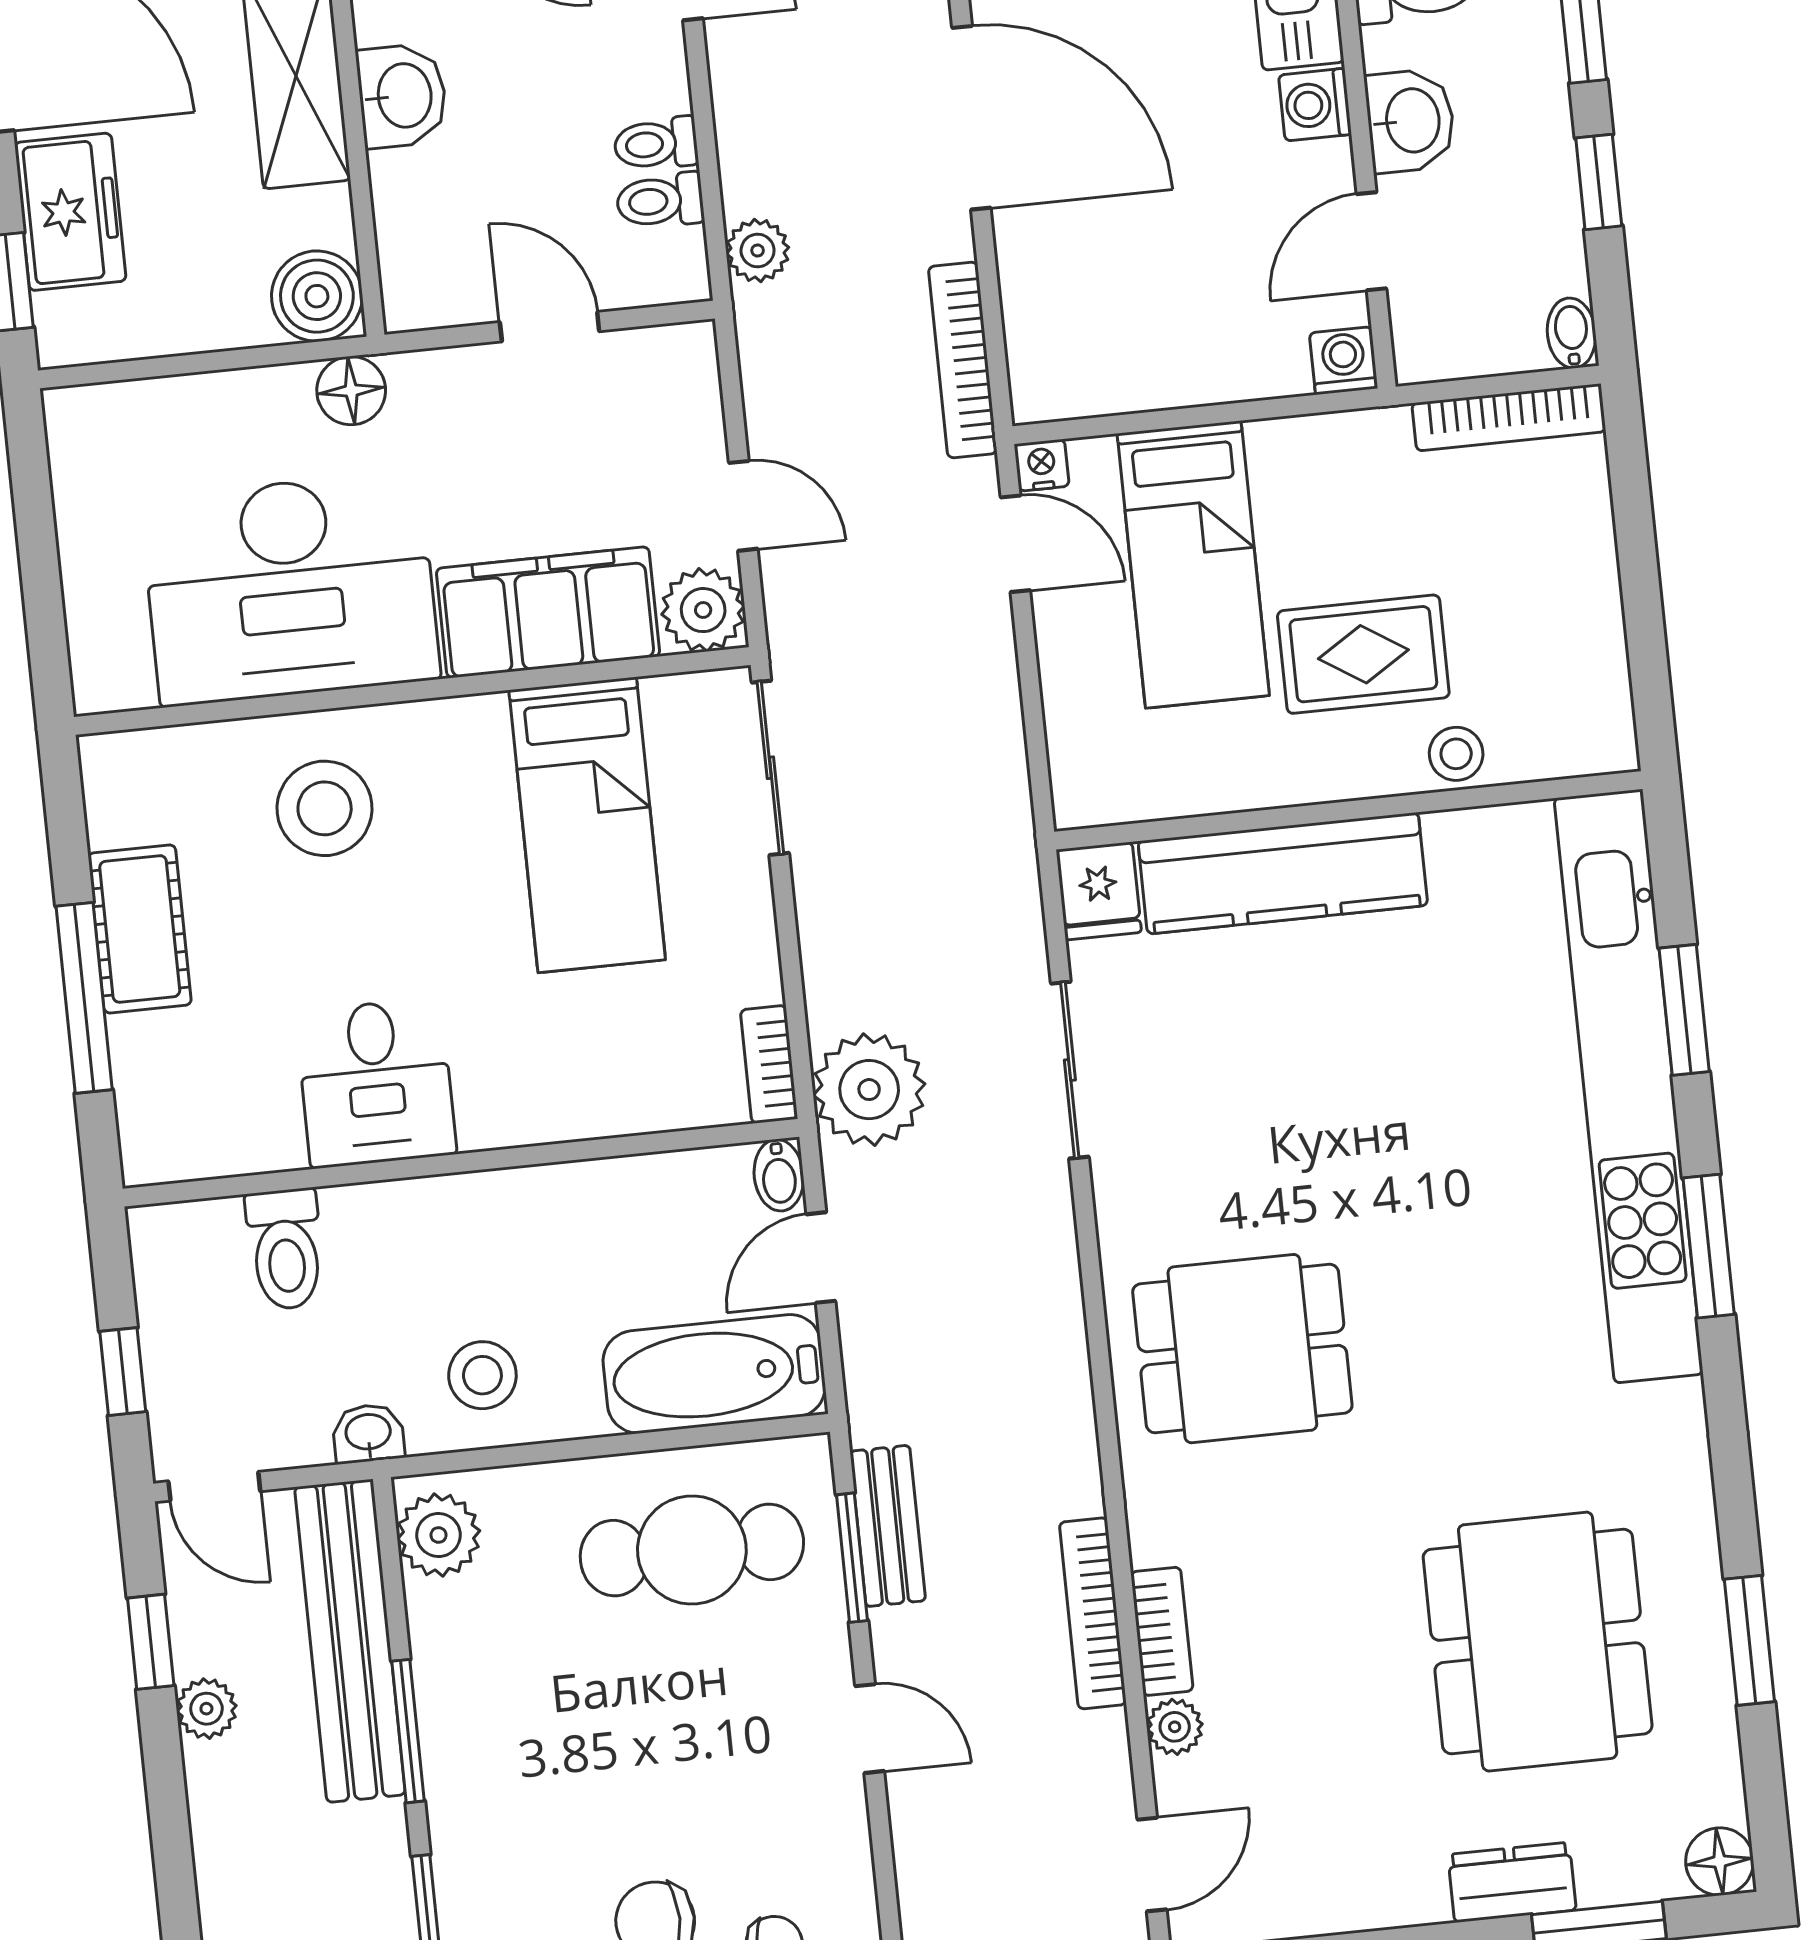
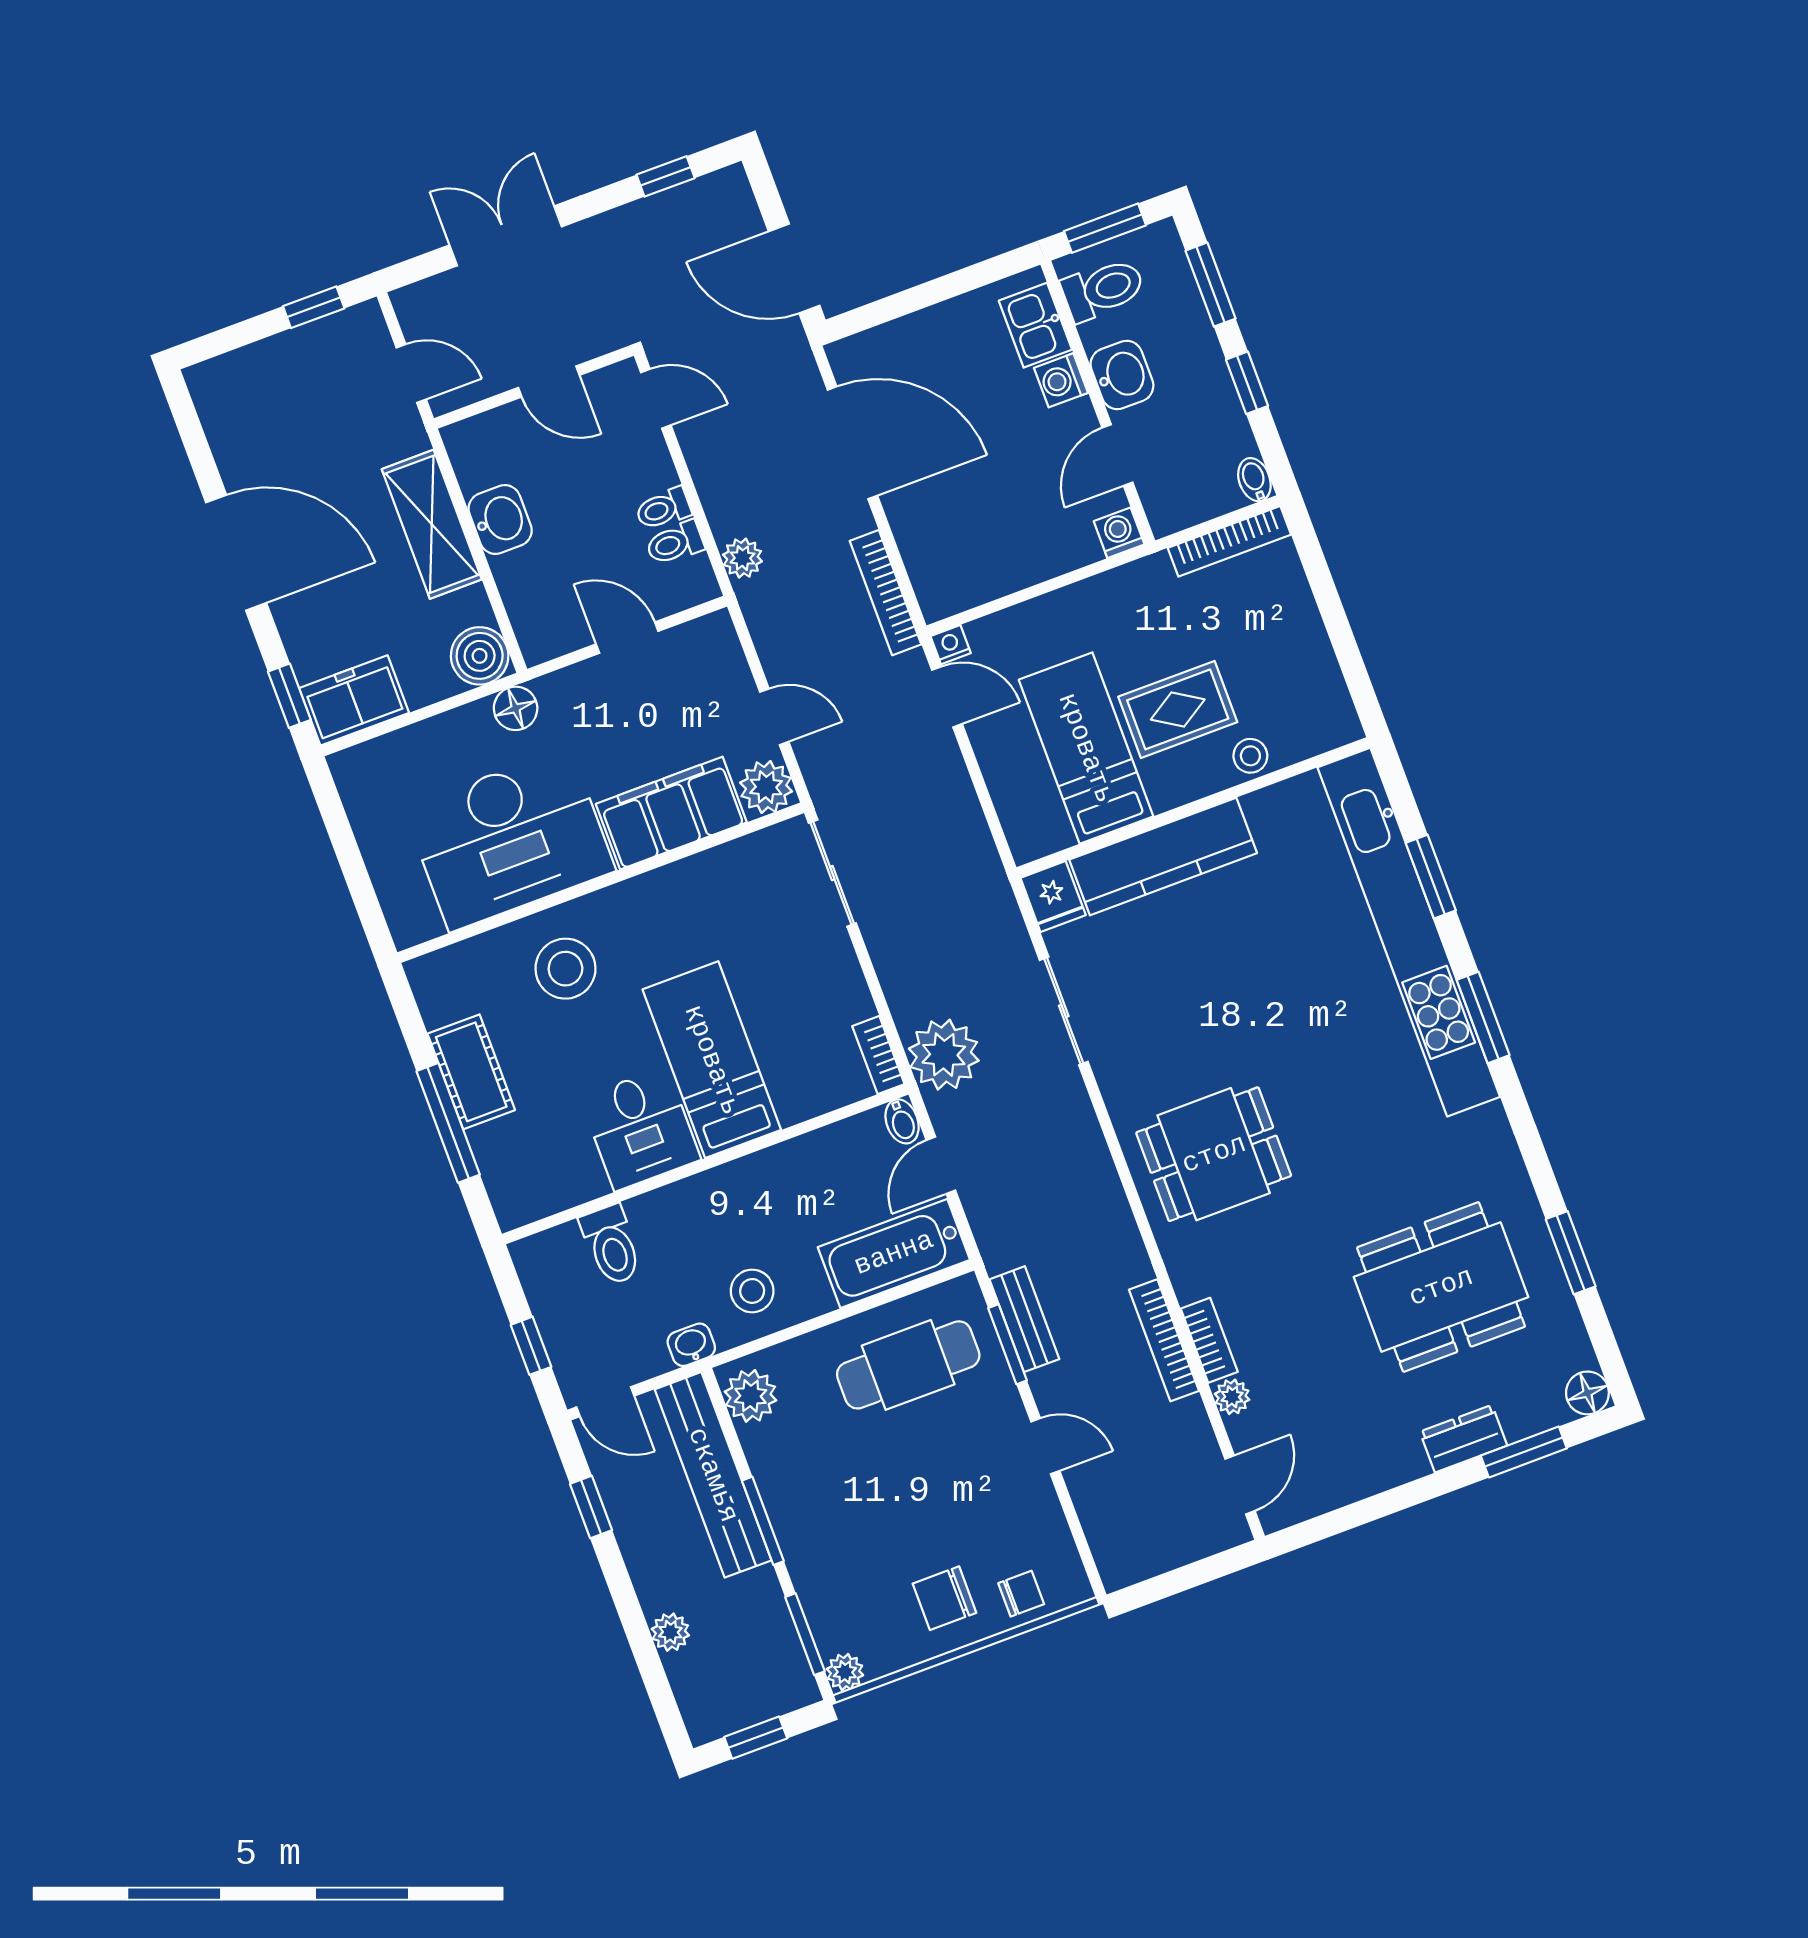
freezer: (70, 212) -> (354, 700), moved, turned -90
bed: (1193, 565) -> (1086, 748), moved, turned 180
bed: (587, 825) -> (712, 1060), moved, turned 180
dining table: (1538, 1642) -> (1441, 1287), turned 90
plant: (206, 1709) -> (670, 1632), moved

